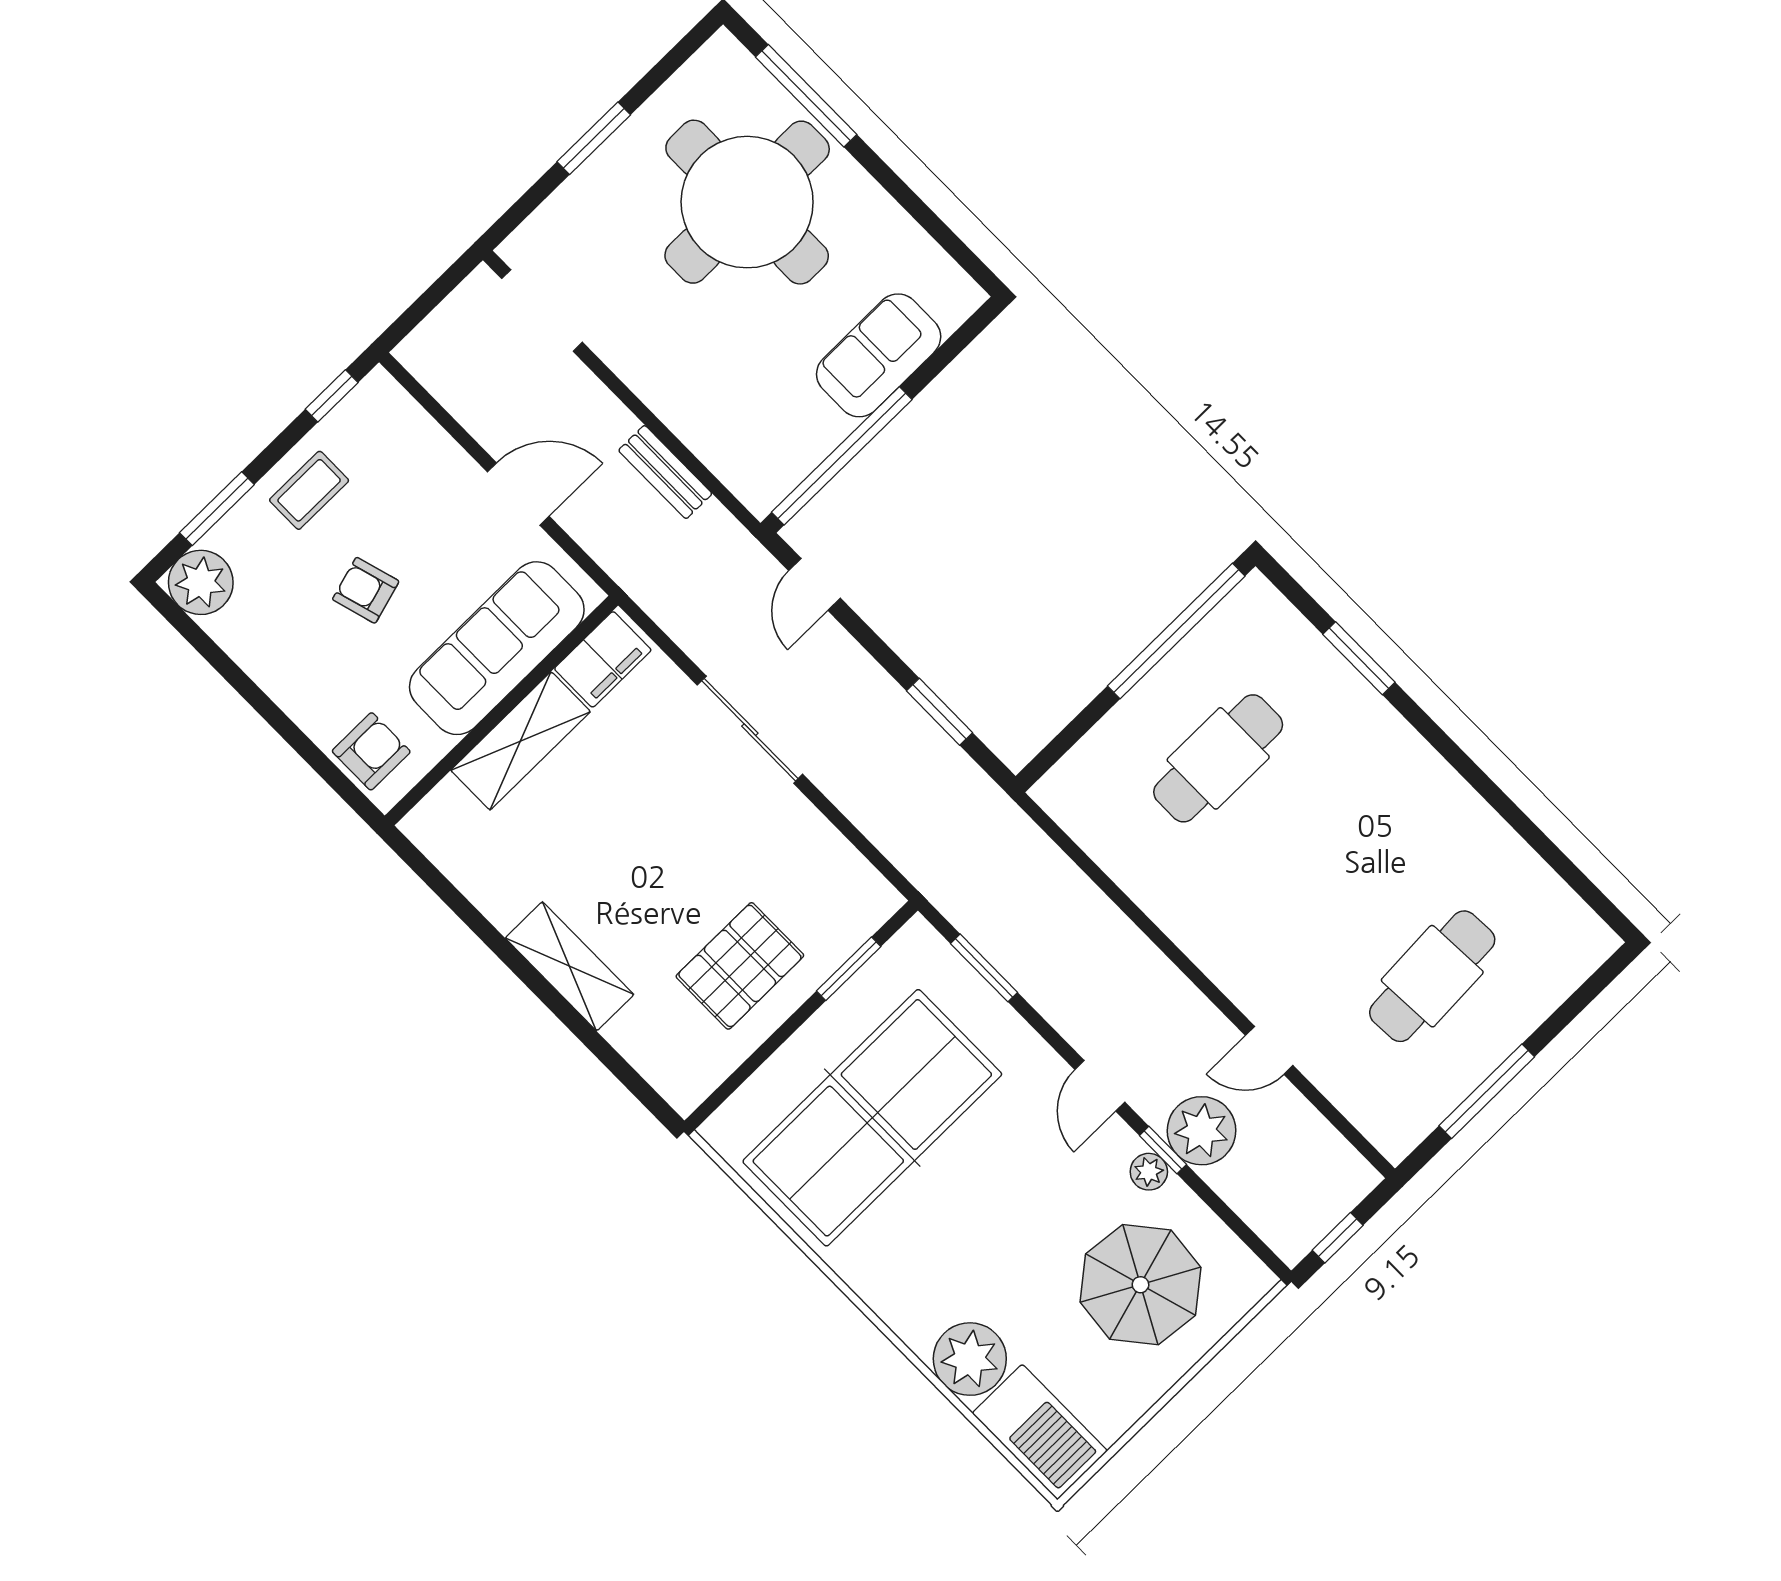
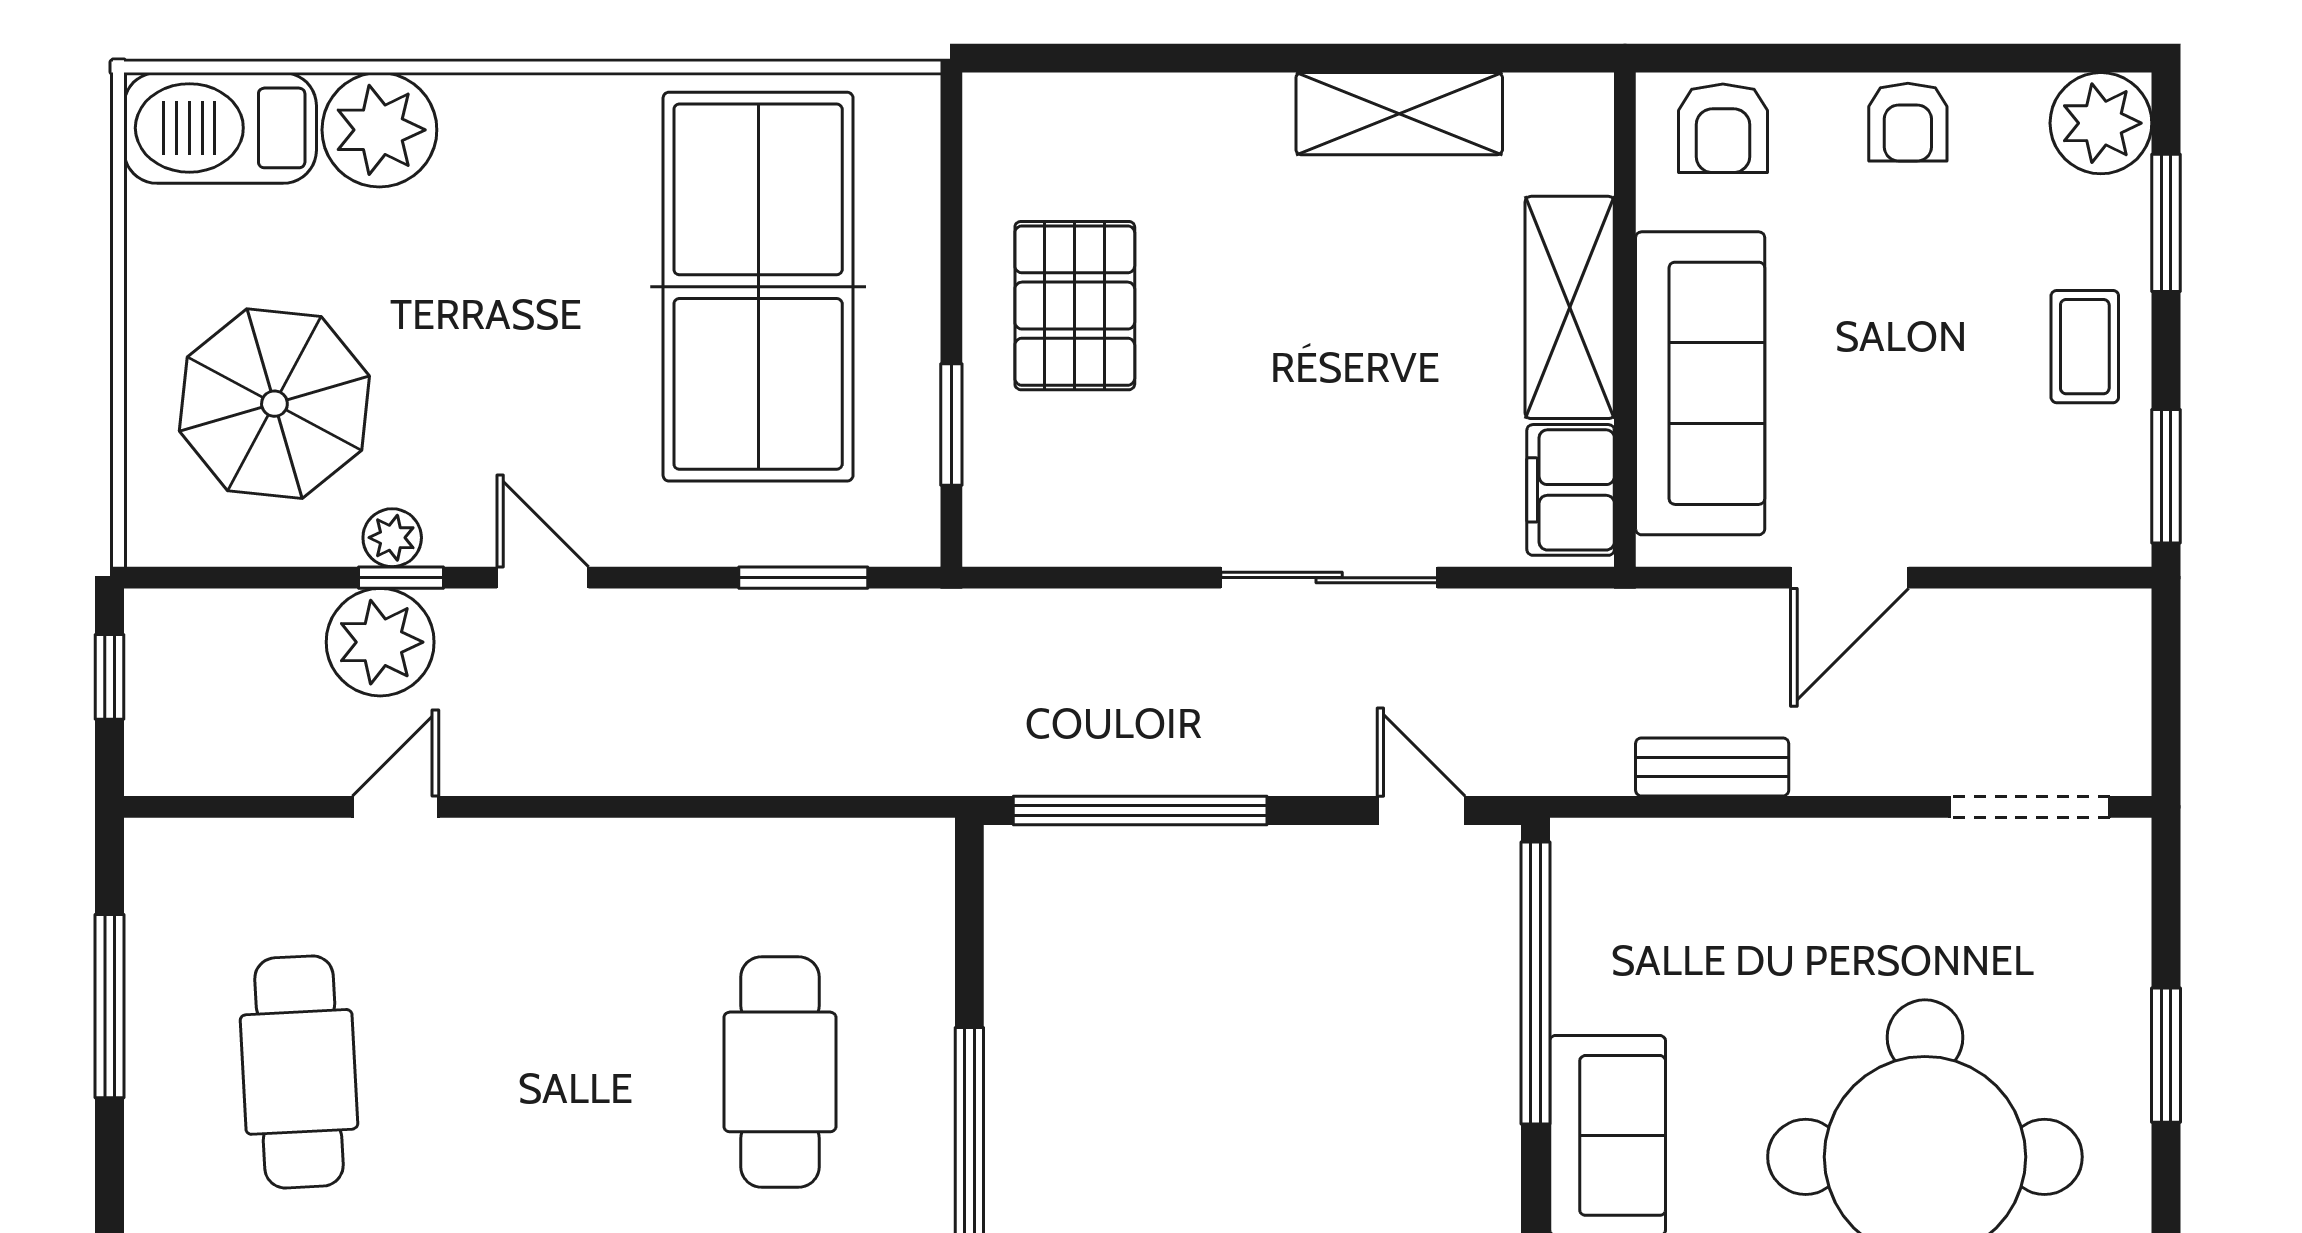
window: (332, 396) -> (2166, 476), width x1.50
armchair: (366, 590) -> (1908, 122), moved, turned 106
window: (940, 712) -> (1140, 810), width x2.11
shelving: (570, 966) -> (1399, 114), moved

